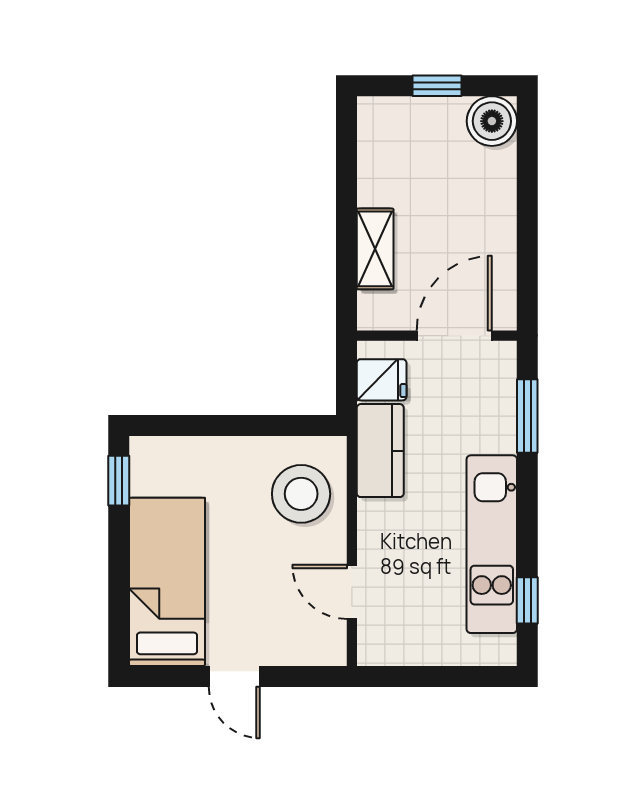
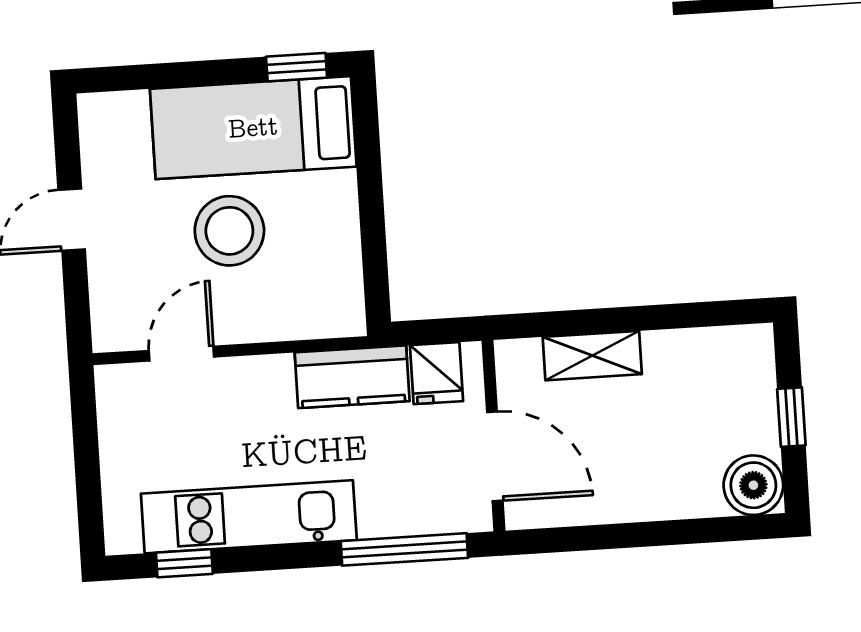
window: (527, 416) -> (404, 549), width x1.44
stool: (301, 494) -> (229, 231), moved
bed: (167, 582) -> (253, 128), moved, turned 180

